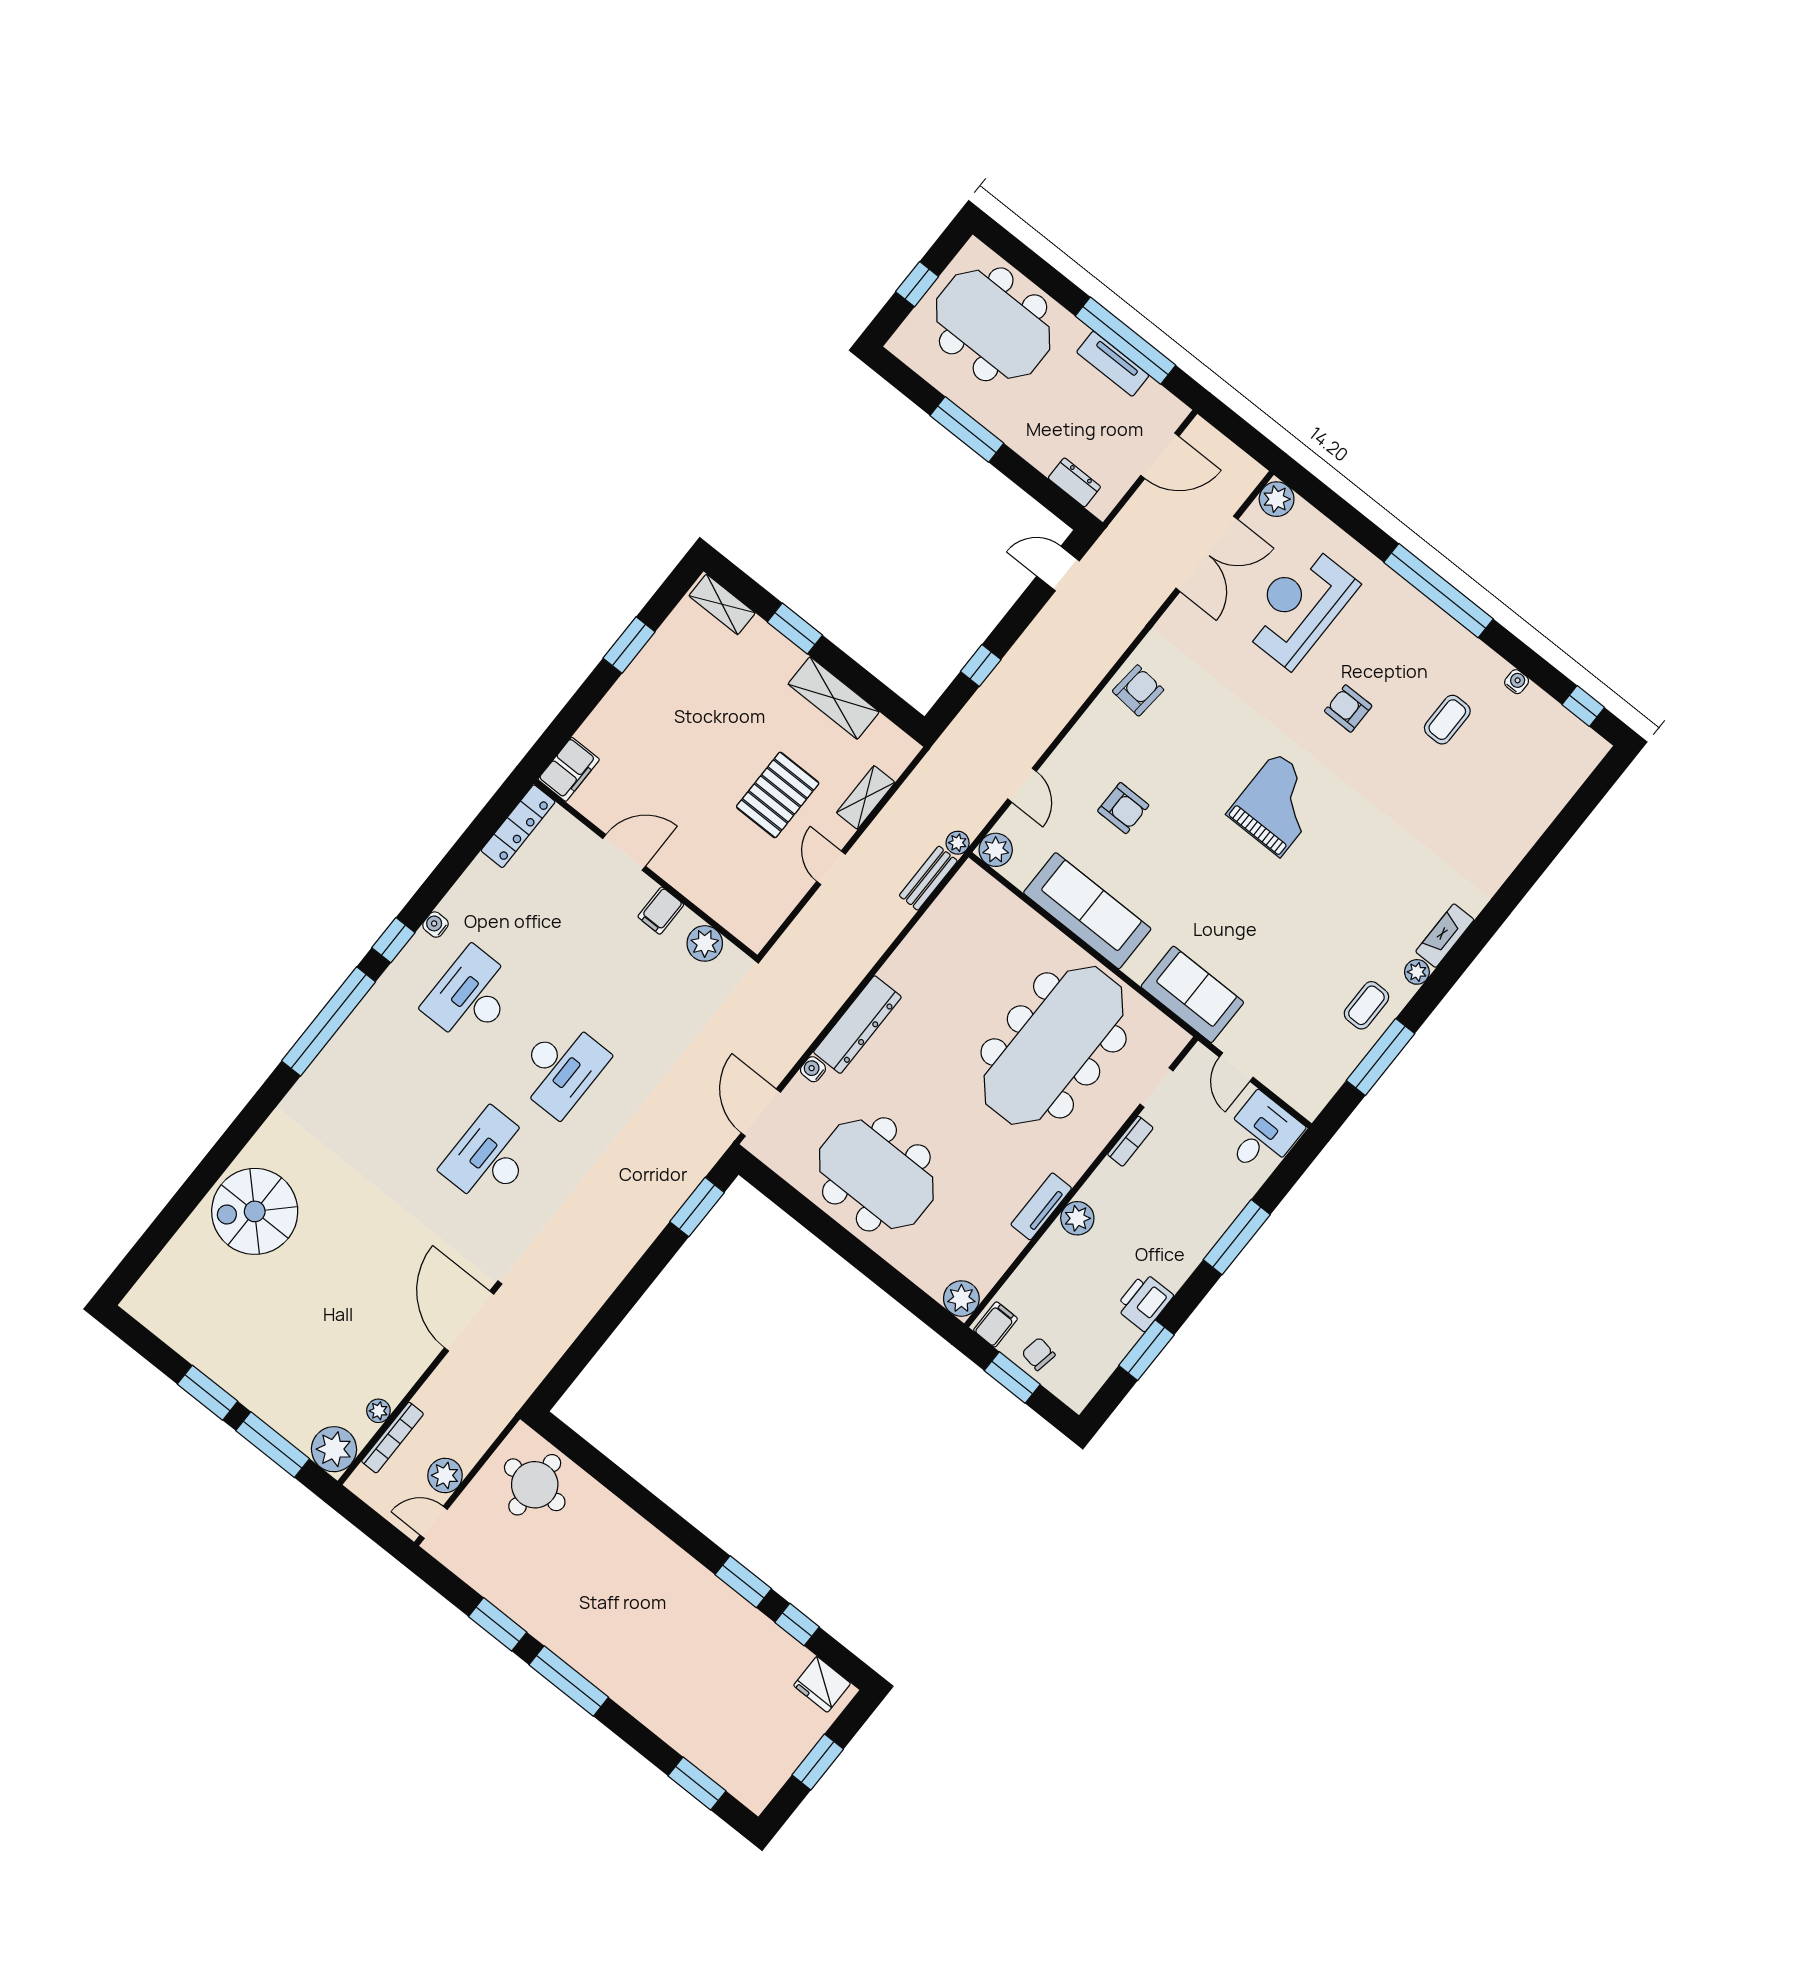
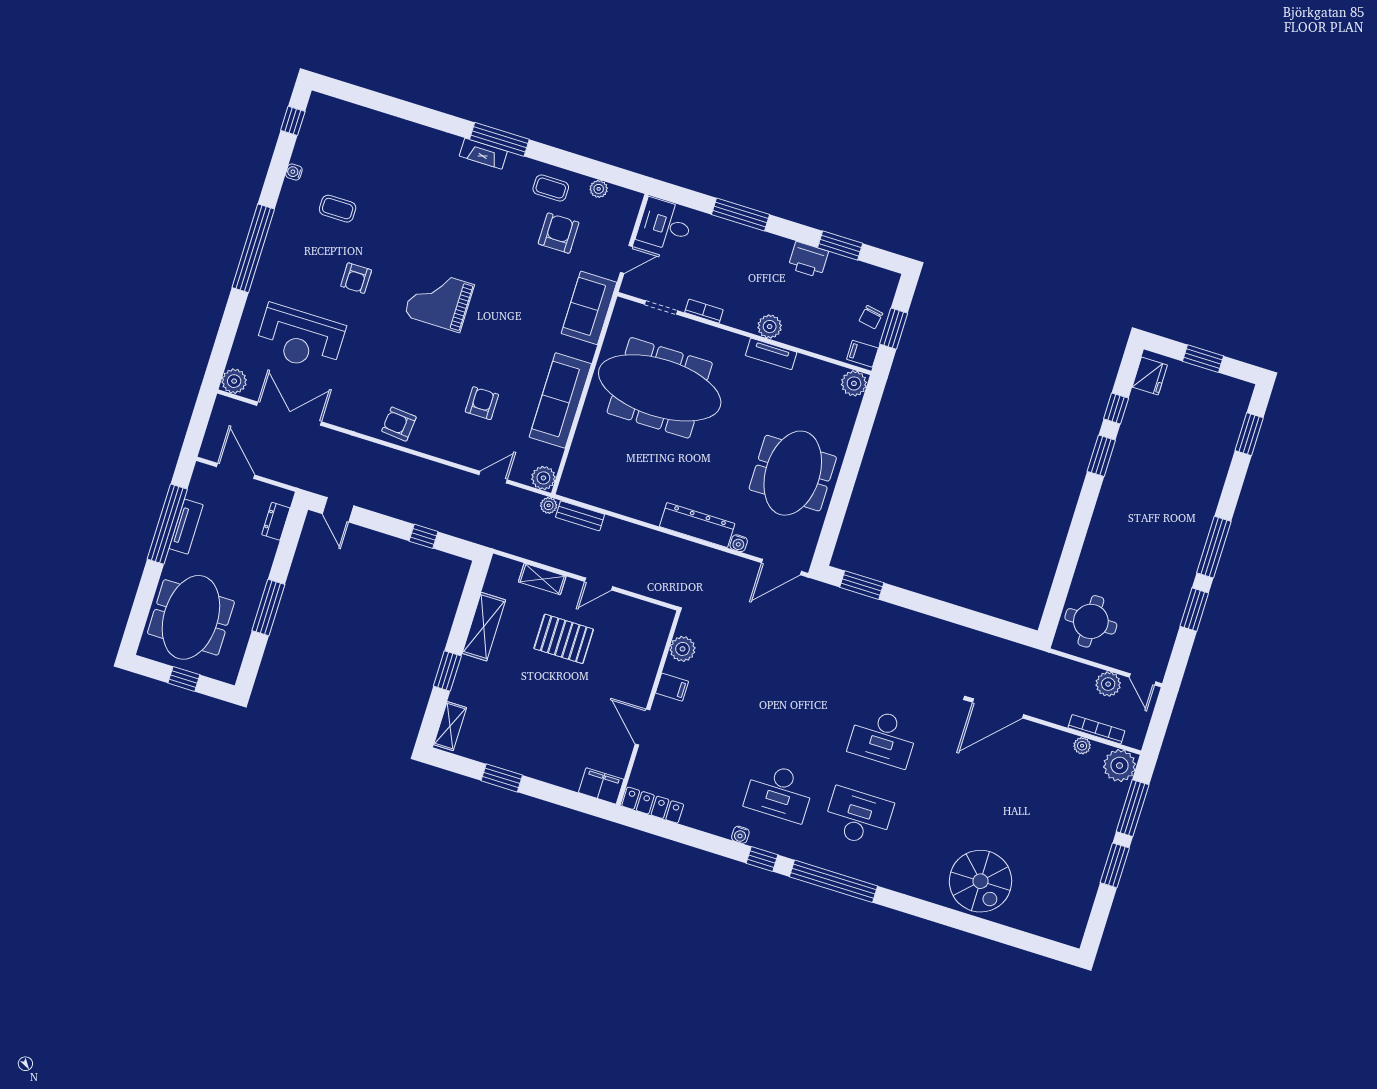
plant: (1417, 972) -> (599, 189), moved
armchair: (1304, 993) -> (559, 233), added
window: (1380, 1057) -> (499, 139), moved
desk: (561, 1068) -> (858, 817), moved

